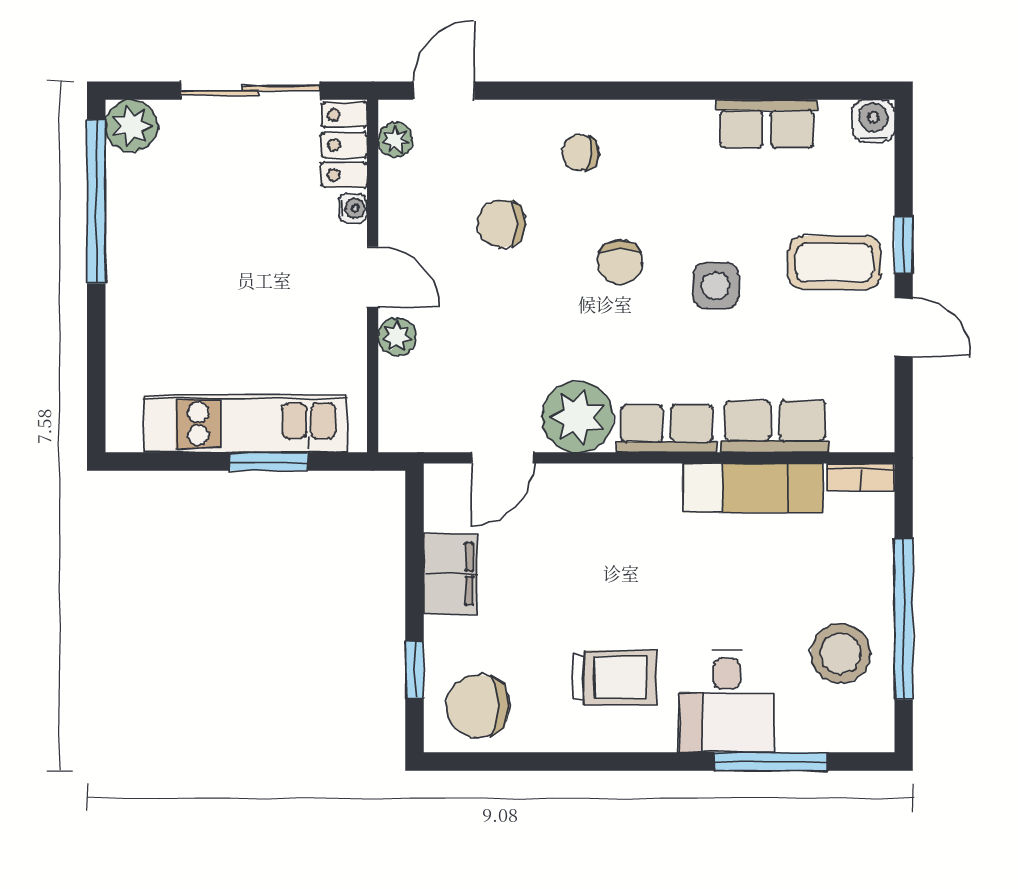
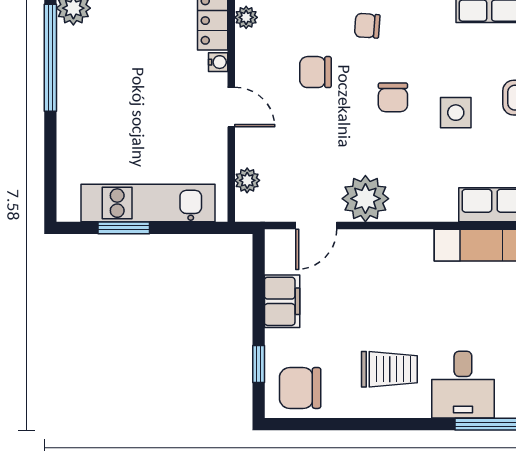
plant: (397, 337) -> (247, 180), moved
row of seats: (667, 429) -> (424, 206), removed
window: (269, 462) -> (124, 228), moved

